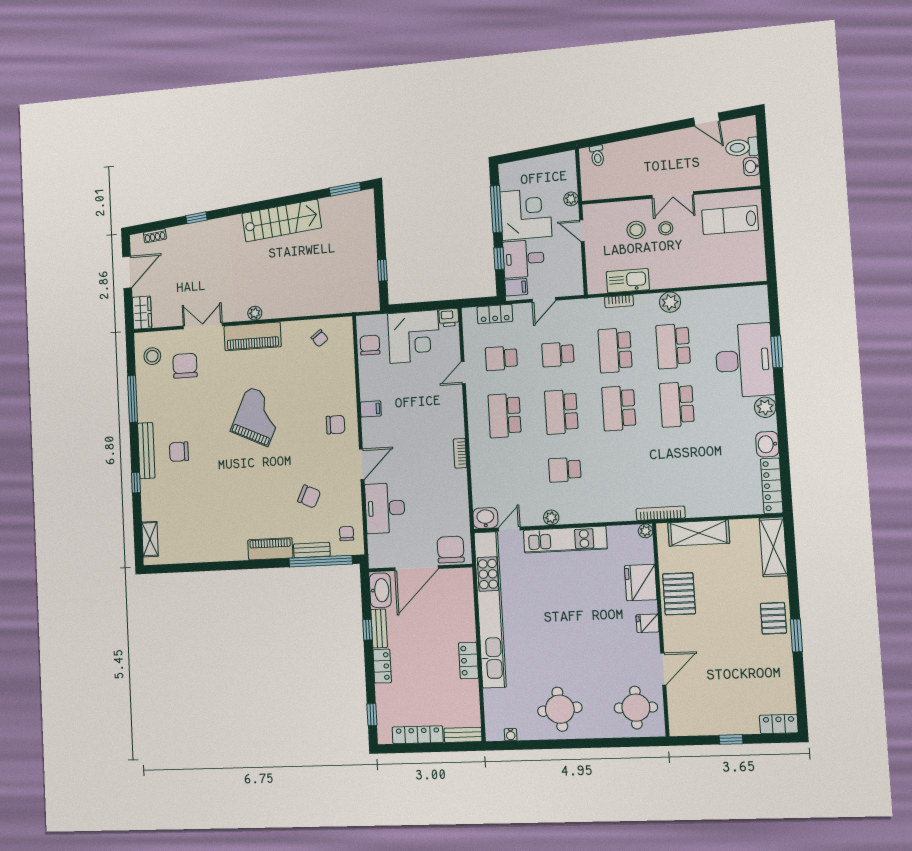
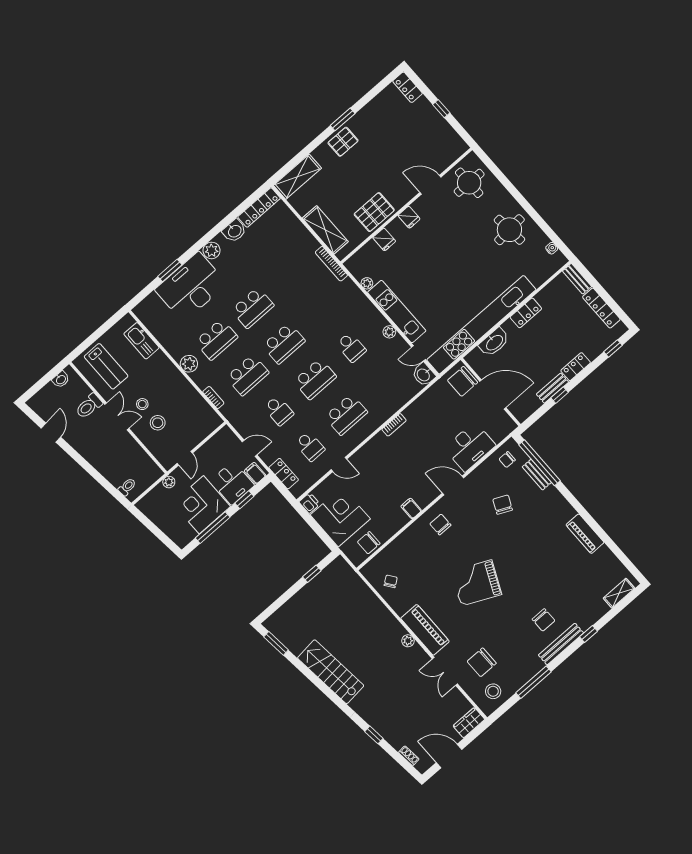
toilet: (742, 147) -> (89, 406), moved, turned 90
kitchen sink: (628, 281) -> (141, 341), moved
plant: (646, 531) -> (367, 283), moved
piano: (270, 549) -> (585, 534), moved
fridge: (641, 583) -> (384, 239), width x0.53, depth x0.75
washbasin: (380, 590) -> (494, 342), moved, turned 180

